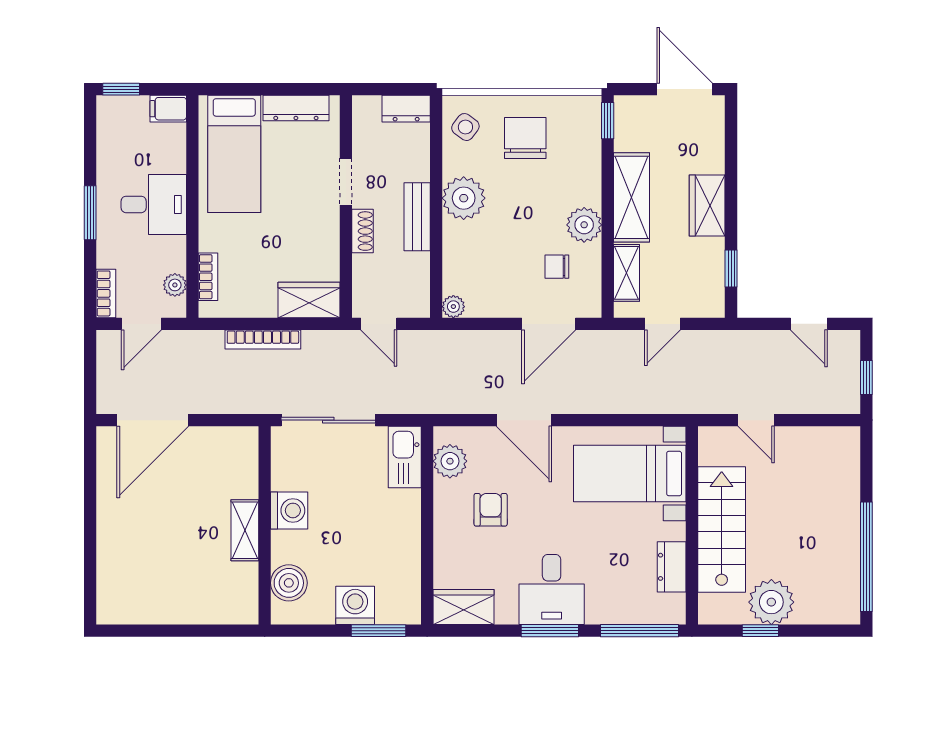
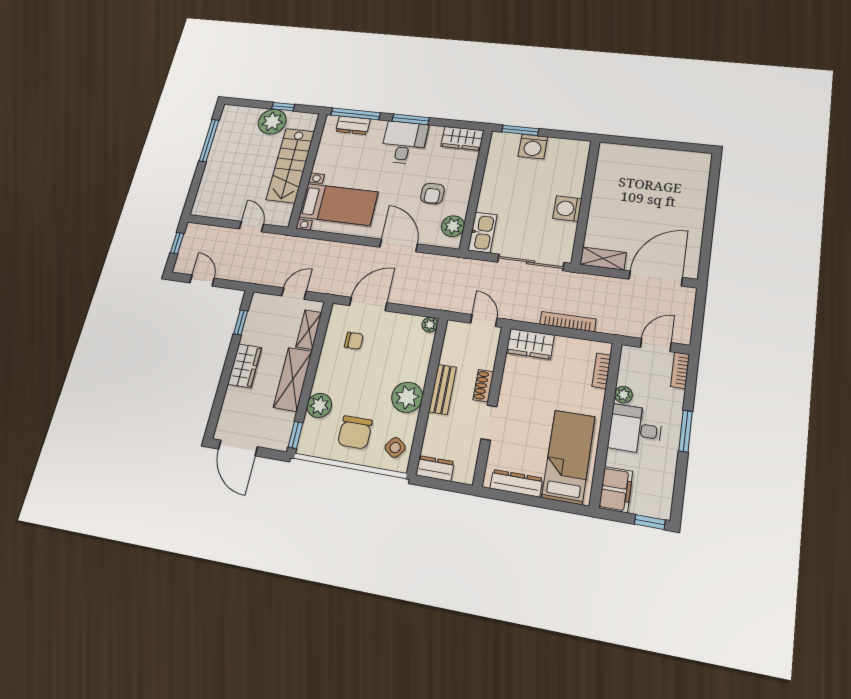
filing cabinet: (168, 109) -> (616, 490), width x2.00
plant: (584, 225) -> (319, 405), moved
plant: (175, 285) -> (623, 395), moved
shelving: (245, 530) -> (603, 258), moved, turned 90
window: (866, 557) -> (209, 141), width x0.68
dresser: (672, 567) -> (353, 125), moved, turned 90
boiler: (289, 583) -> (575, 165), removed

